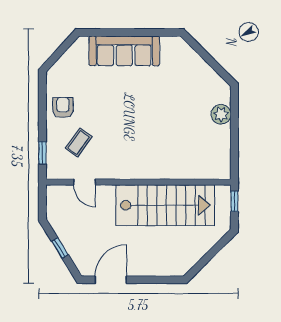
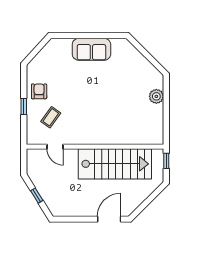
sofa: (124, 51) -> (91, 49), width x0.73
window: (42, 153) -> (24, 107), moved
door: (111, 280) -> (109, 219), moved

